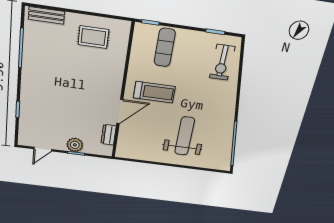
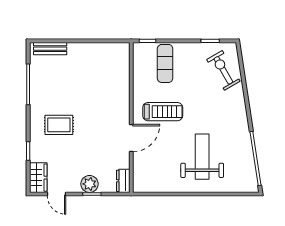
rug: (93, 37) -> (59, 125), moved
exercise bike: (222, 62) -> (223, 70), turned 150
wardrobe: (26, 133) -> (38, 178), added
dresser: (109, 135) -> (123, 181), moved
door: (43, 149) -> (56, 194), hinge flipped

